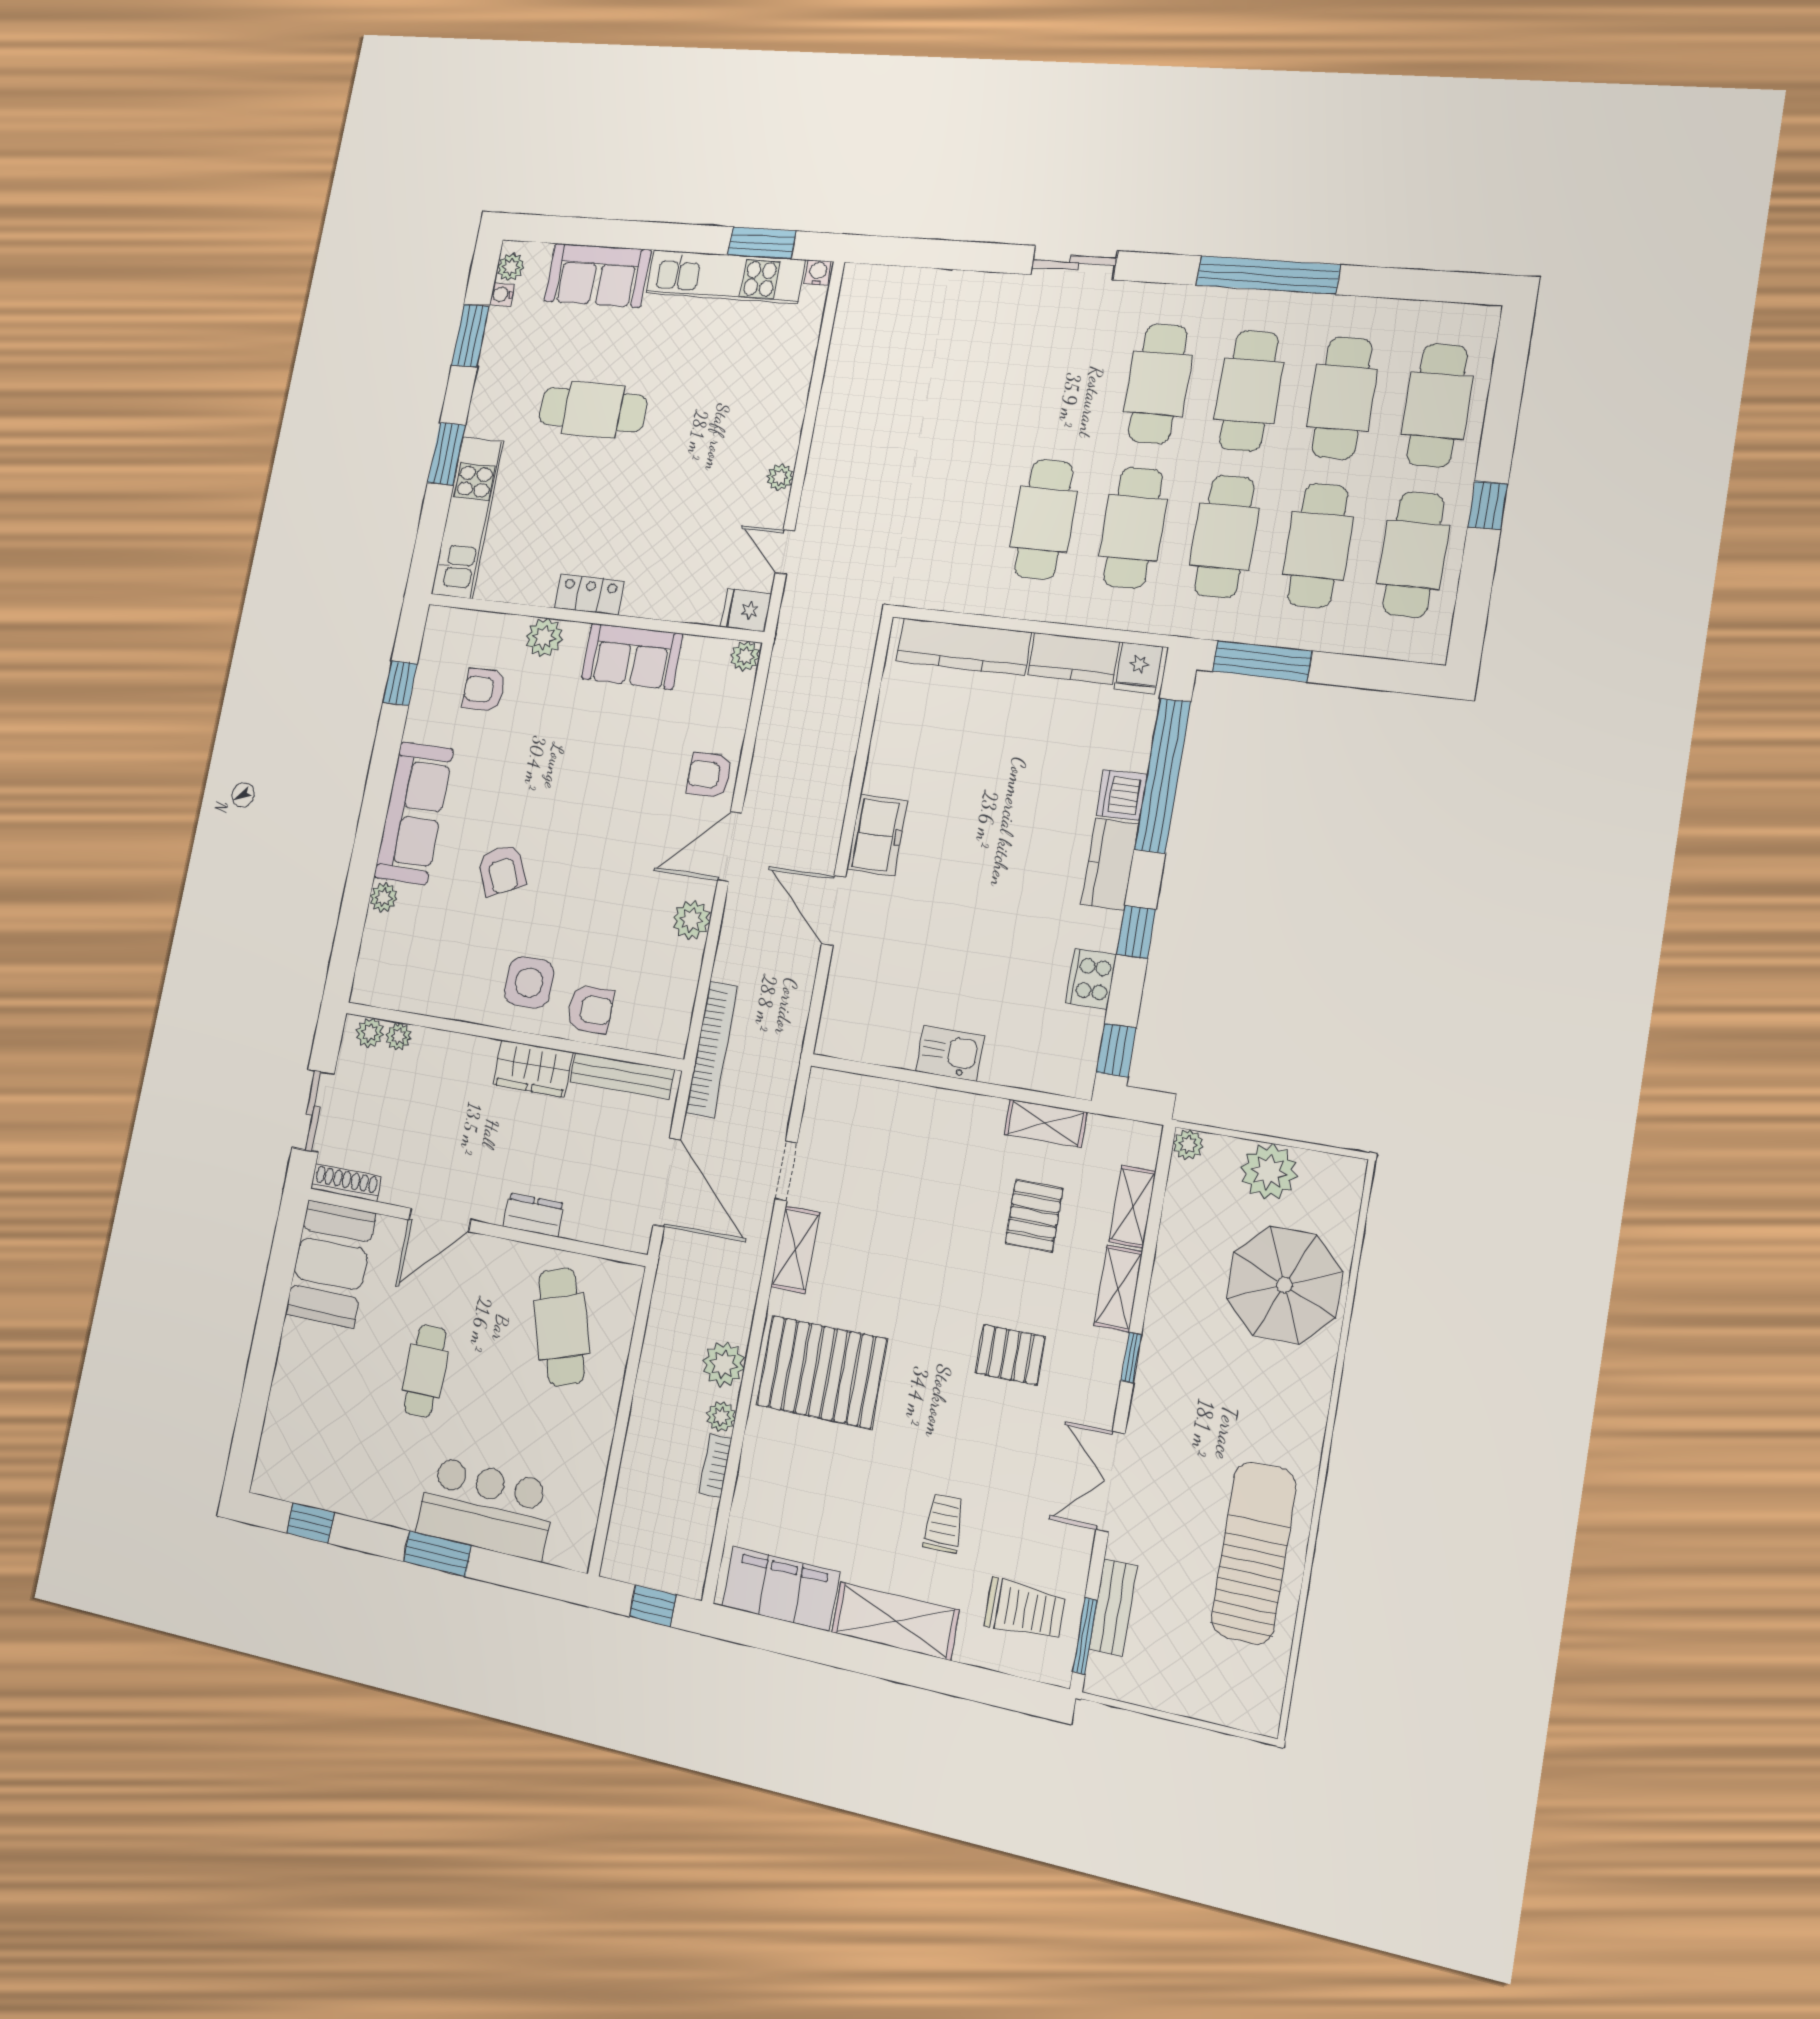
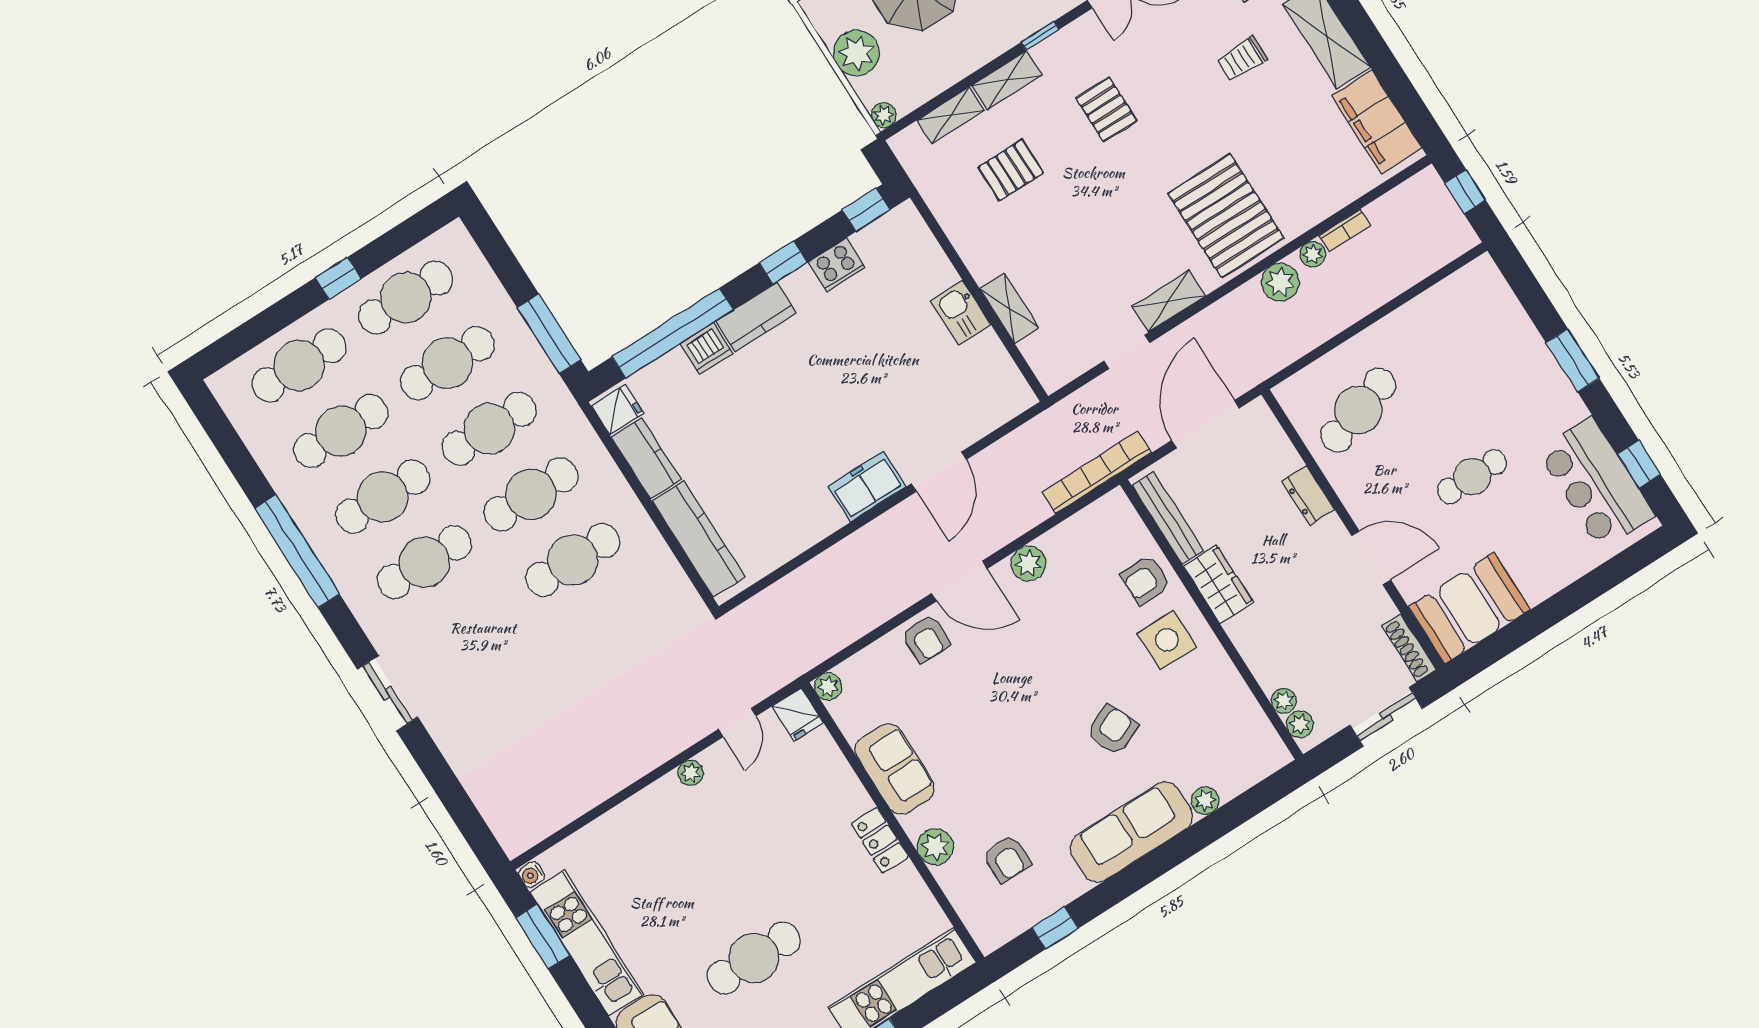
cafe table: (593, 410) -> (754, 958), turned 90
armchair: (590, 1009) -> (1146, 580), turned -90
shelving: (1046, 1123) -> (1009, 308), moved
bar counter: (486, 1508) -> (1596, 483), moved

